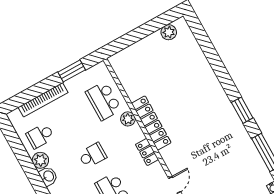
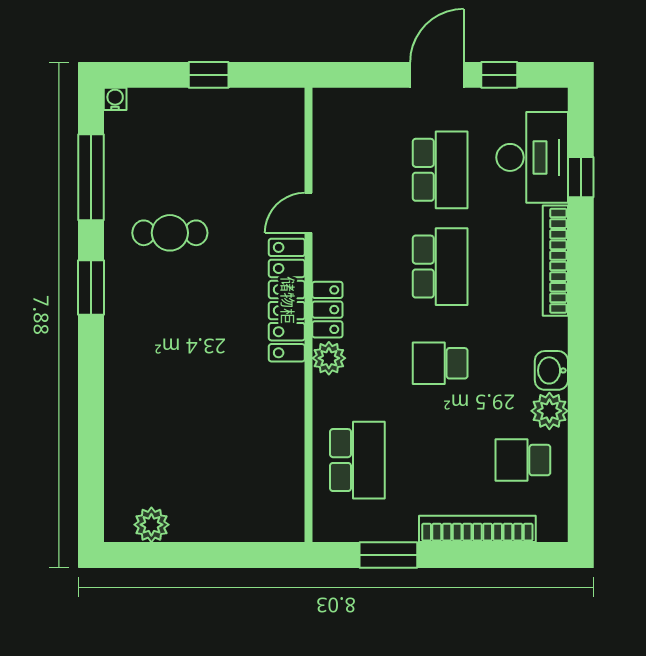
plant: (128, 119) -> (329, 358), moved
locker: (151, 123) -> (287, 300), moved
school desk: (40, 136) -> (523, 460), turned 180
cafe table: (224, 148) -> (170, 233), added

